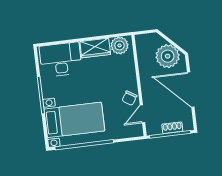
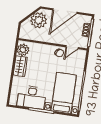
desk: (61, 60) -> (32, 97), moved, turned -90
door: (142, 114) -> (72, 47), hinge flipped

